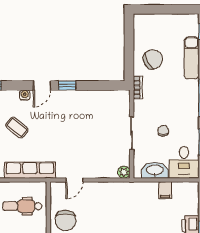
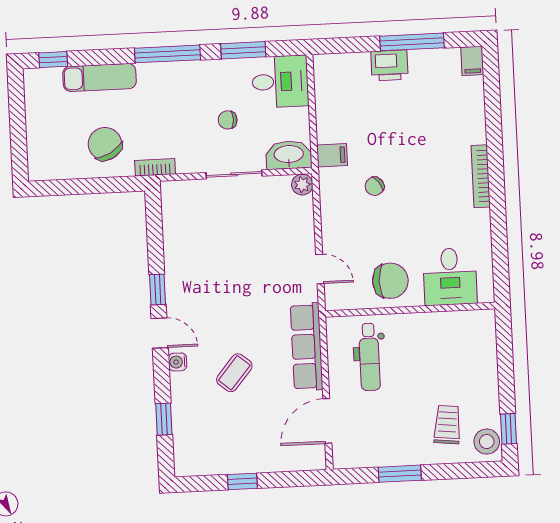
washbasin: (155, 170) -> (289, 155), moved, turned 90
filing cabinet: (165, 190) -> (332, 155), moved
chair: (121, 214) -> (375, 186), added

